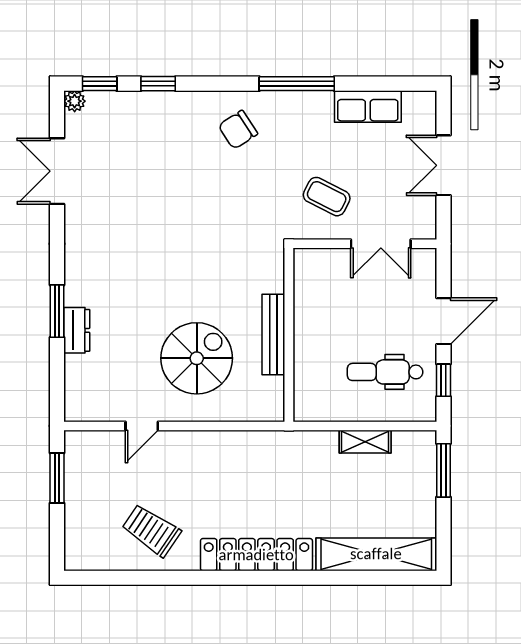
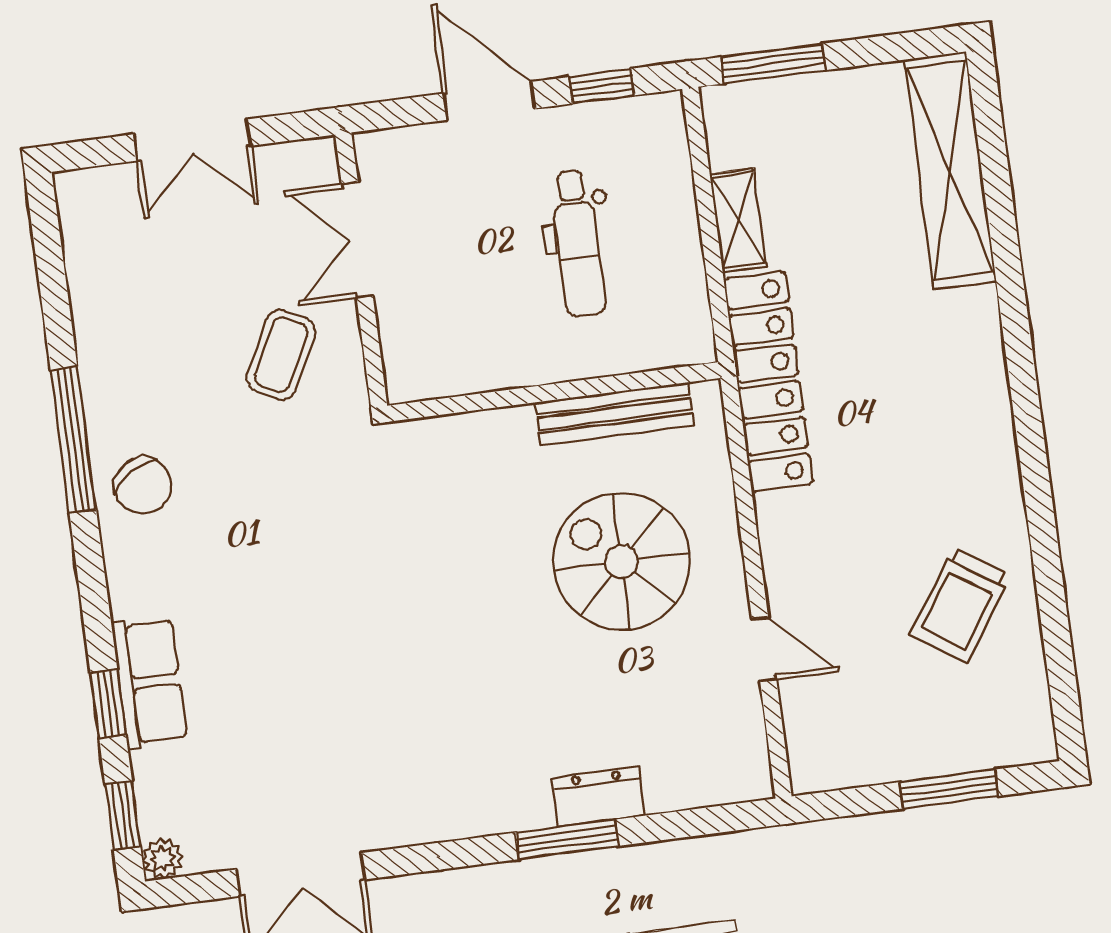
row of seats: (368, 106) -> (150, 682), moved
chair: (238, 130) -> (143, 485), moved
double door: (381, 244) -> (357, 240), swing flipped
bench: (273, 334) -> (614, 414), moved
dental chair: (385, 372) -> (578, 243), moved
window: (57, 478) -> (949, 789), moved
locker: (256, 555) -> (768, 381), moved, turned 180

